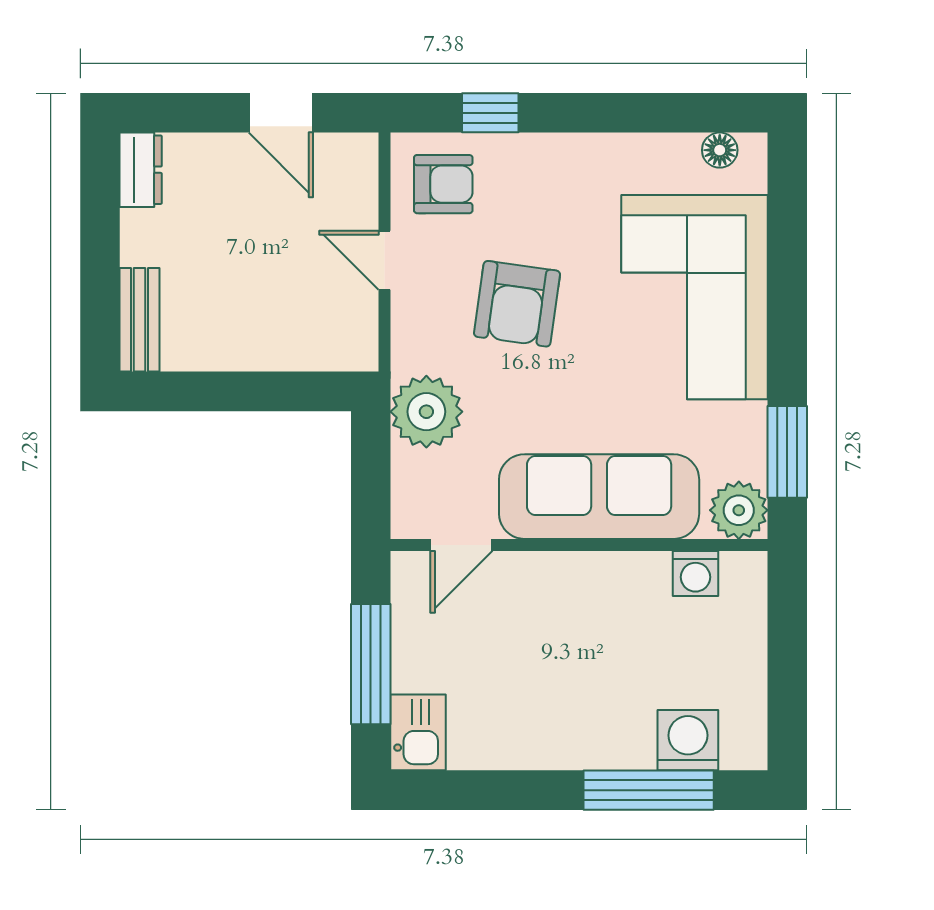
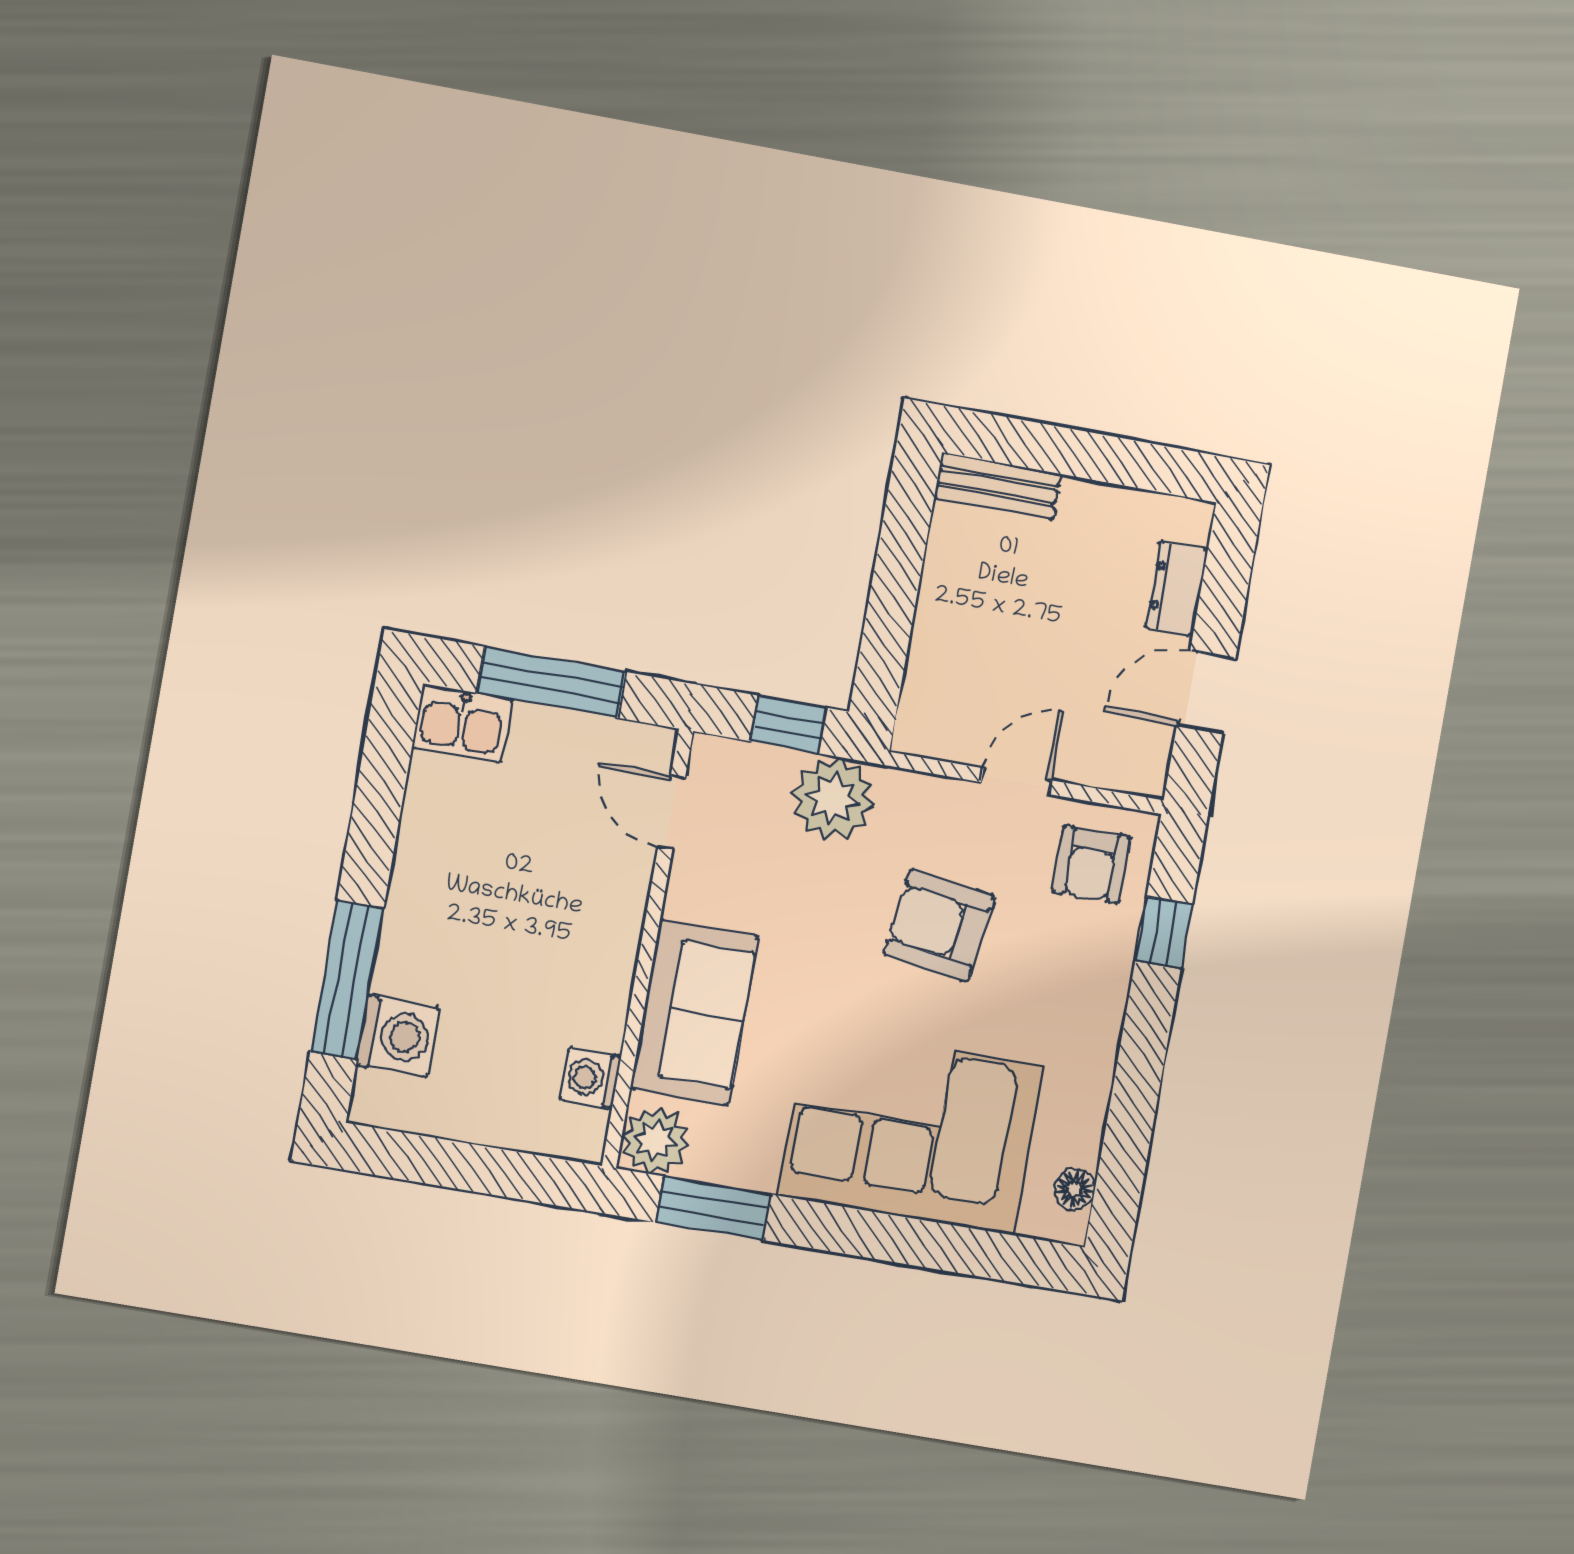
dresser: (141, 170) -> (1176, 589), moved, turned 90
window: (371, 460) -> (789, 724), added
sofa: (599, 497) -> (694, 1012), width x0.73

